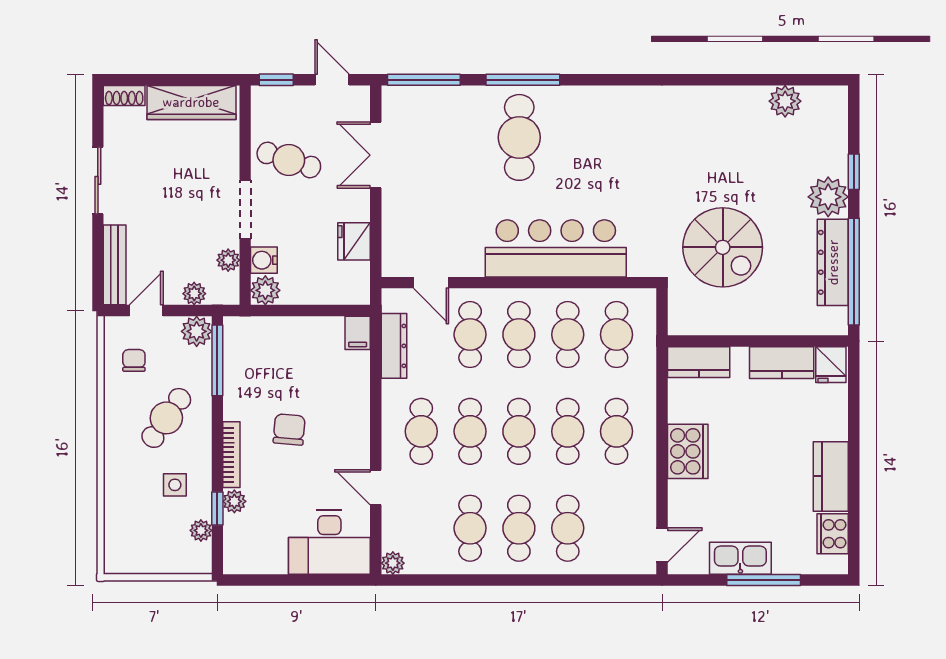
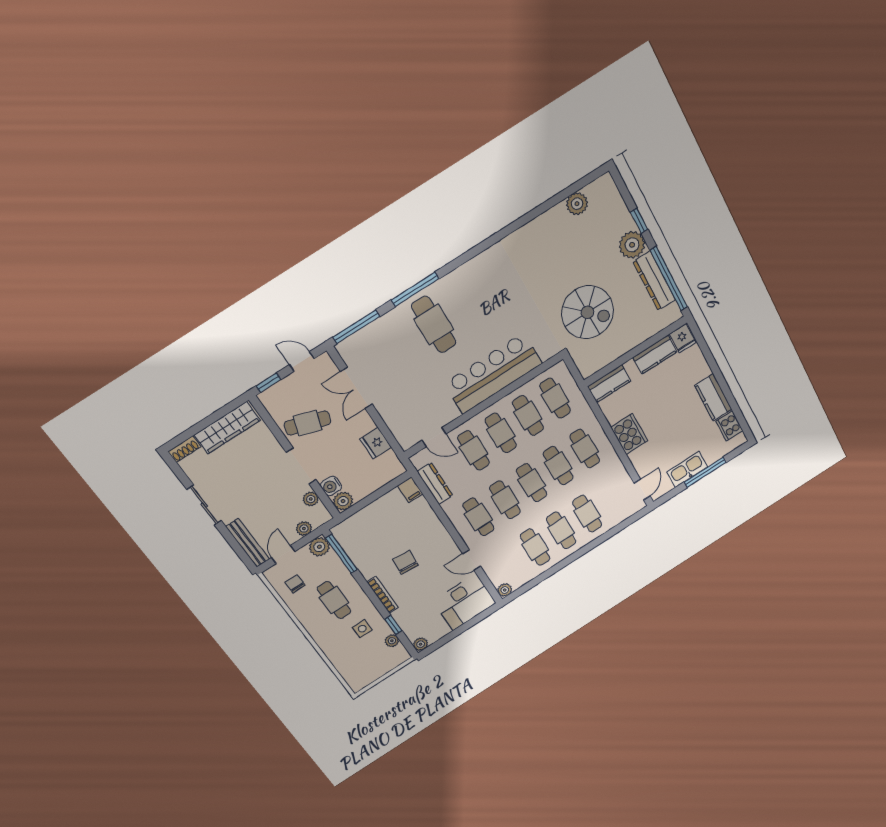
cafe table: (166, 418) -> (334, 600), turned -35
plant: (234, 501) -> (421, 644), moved

